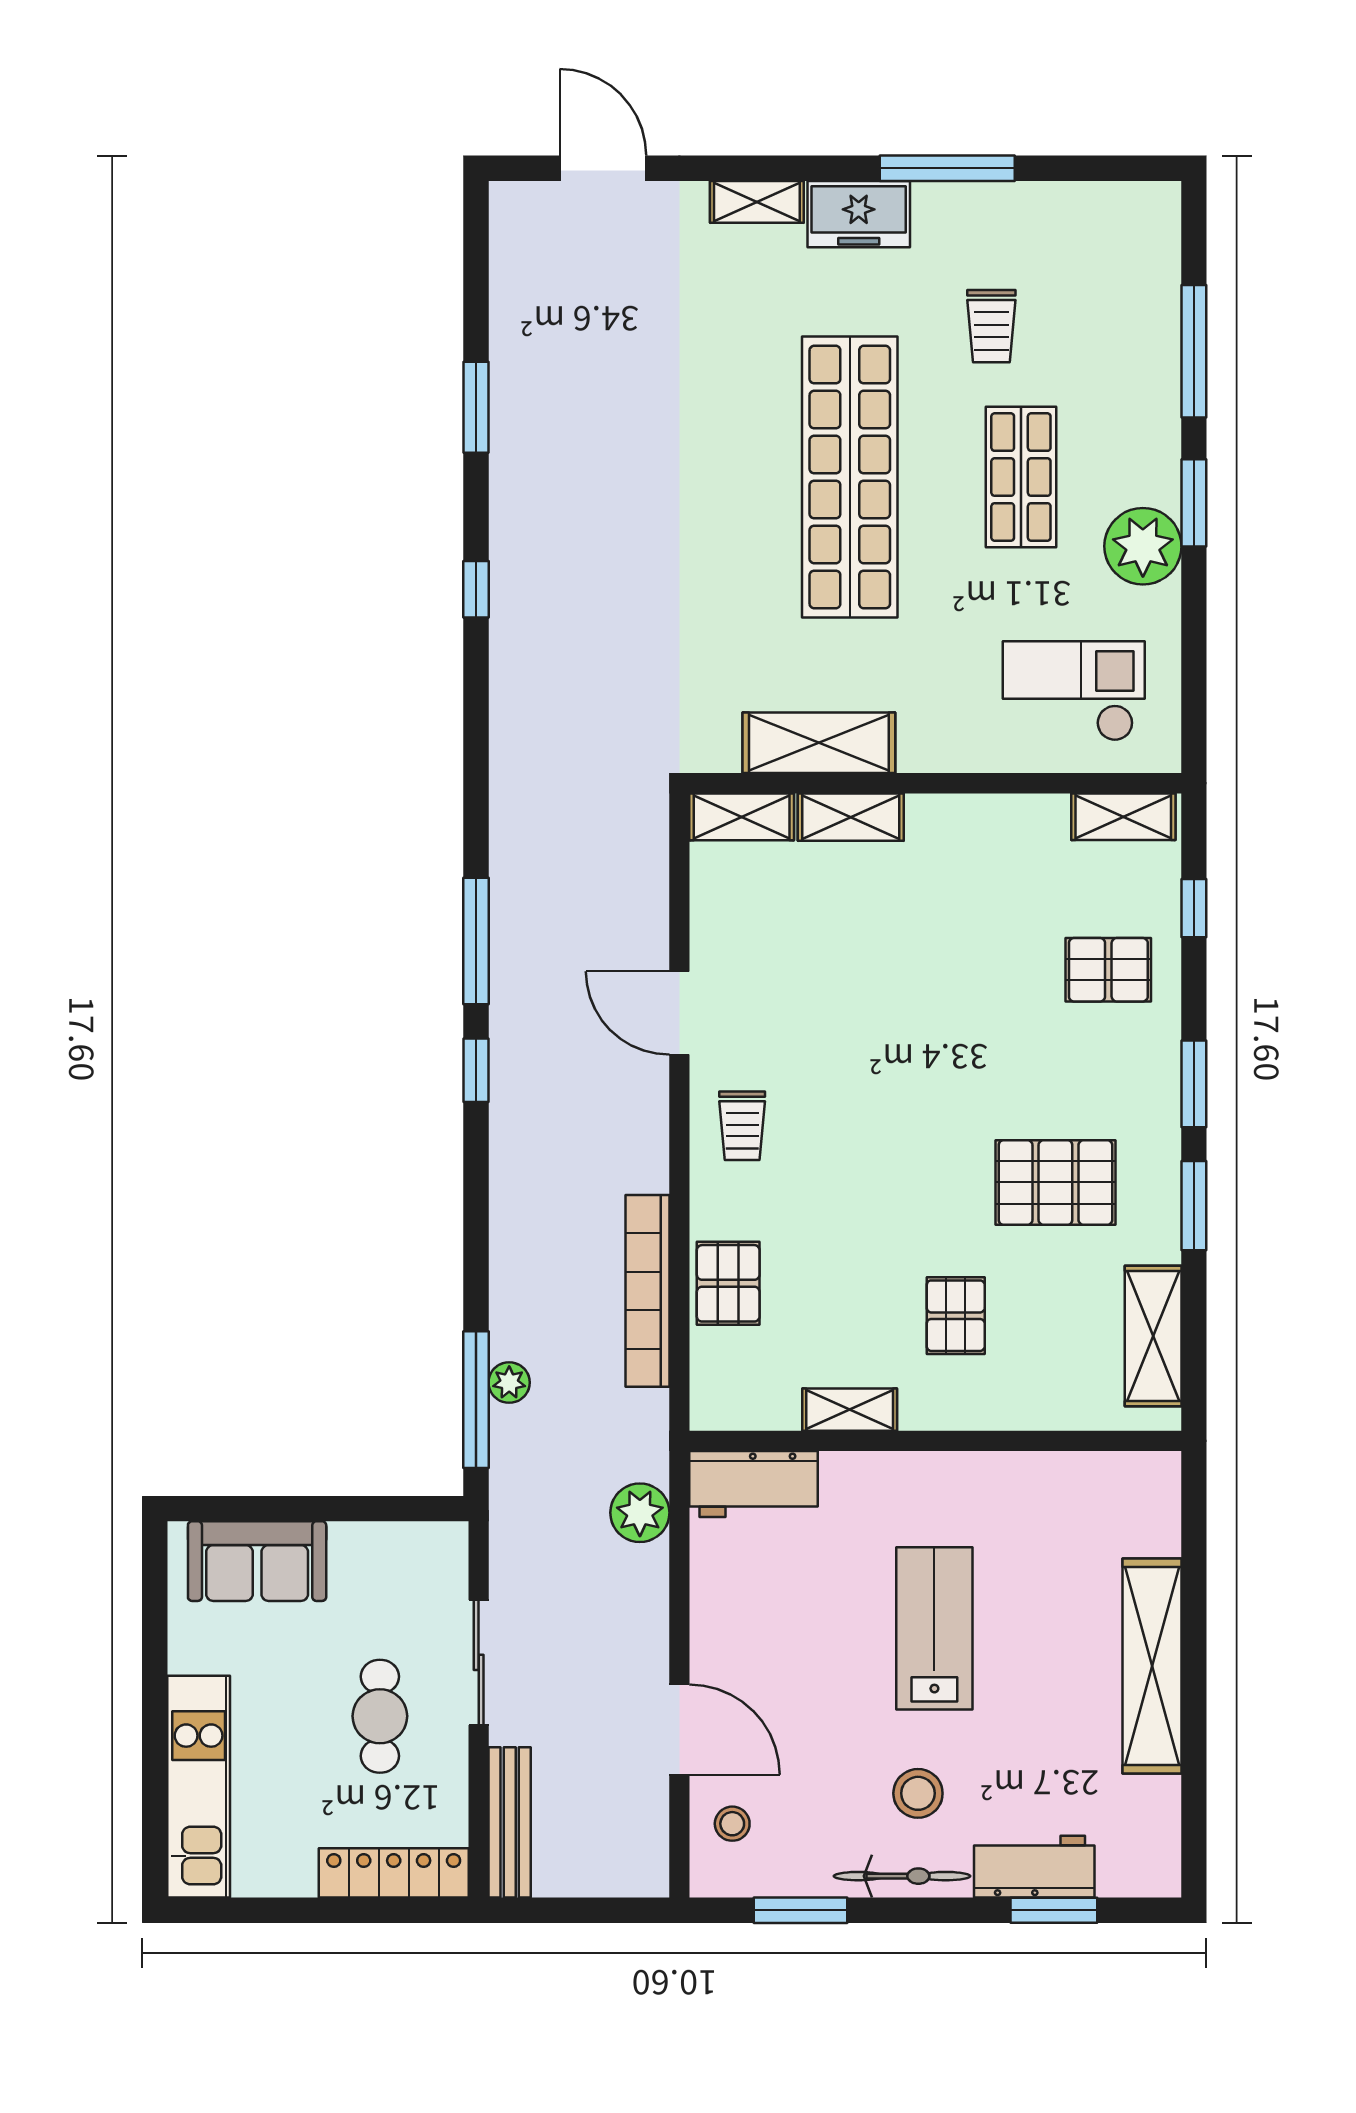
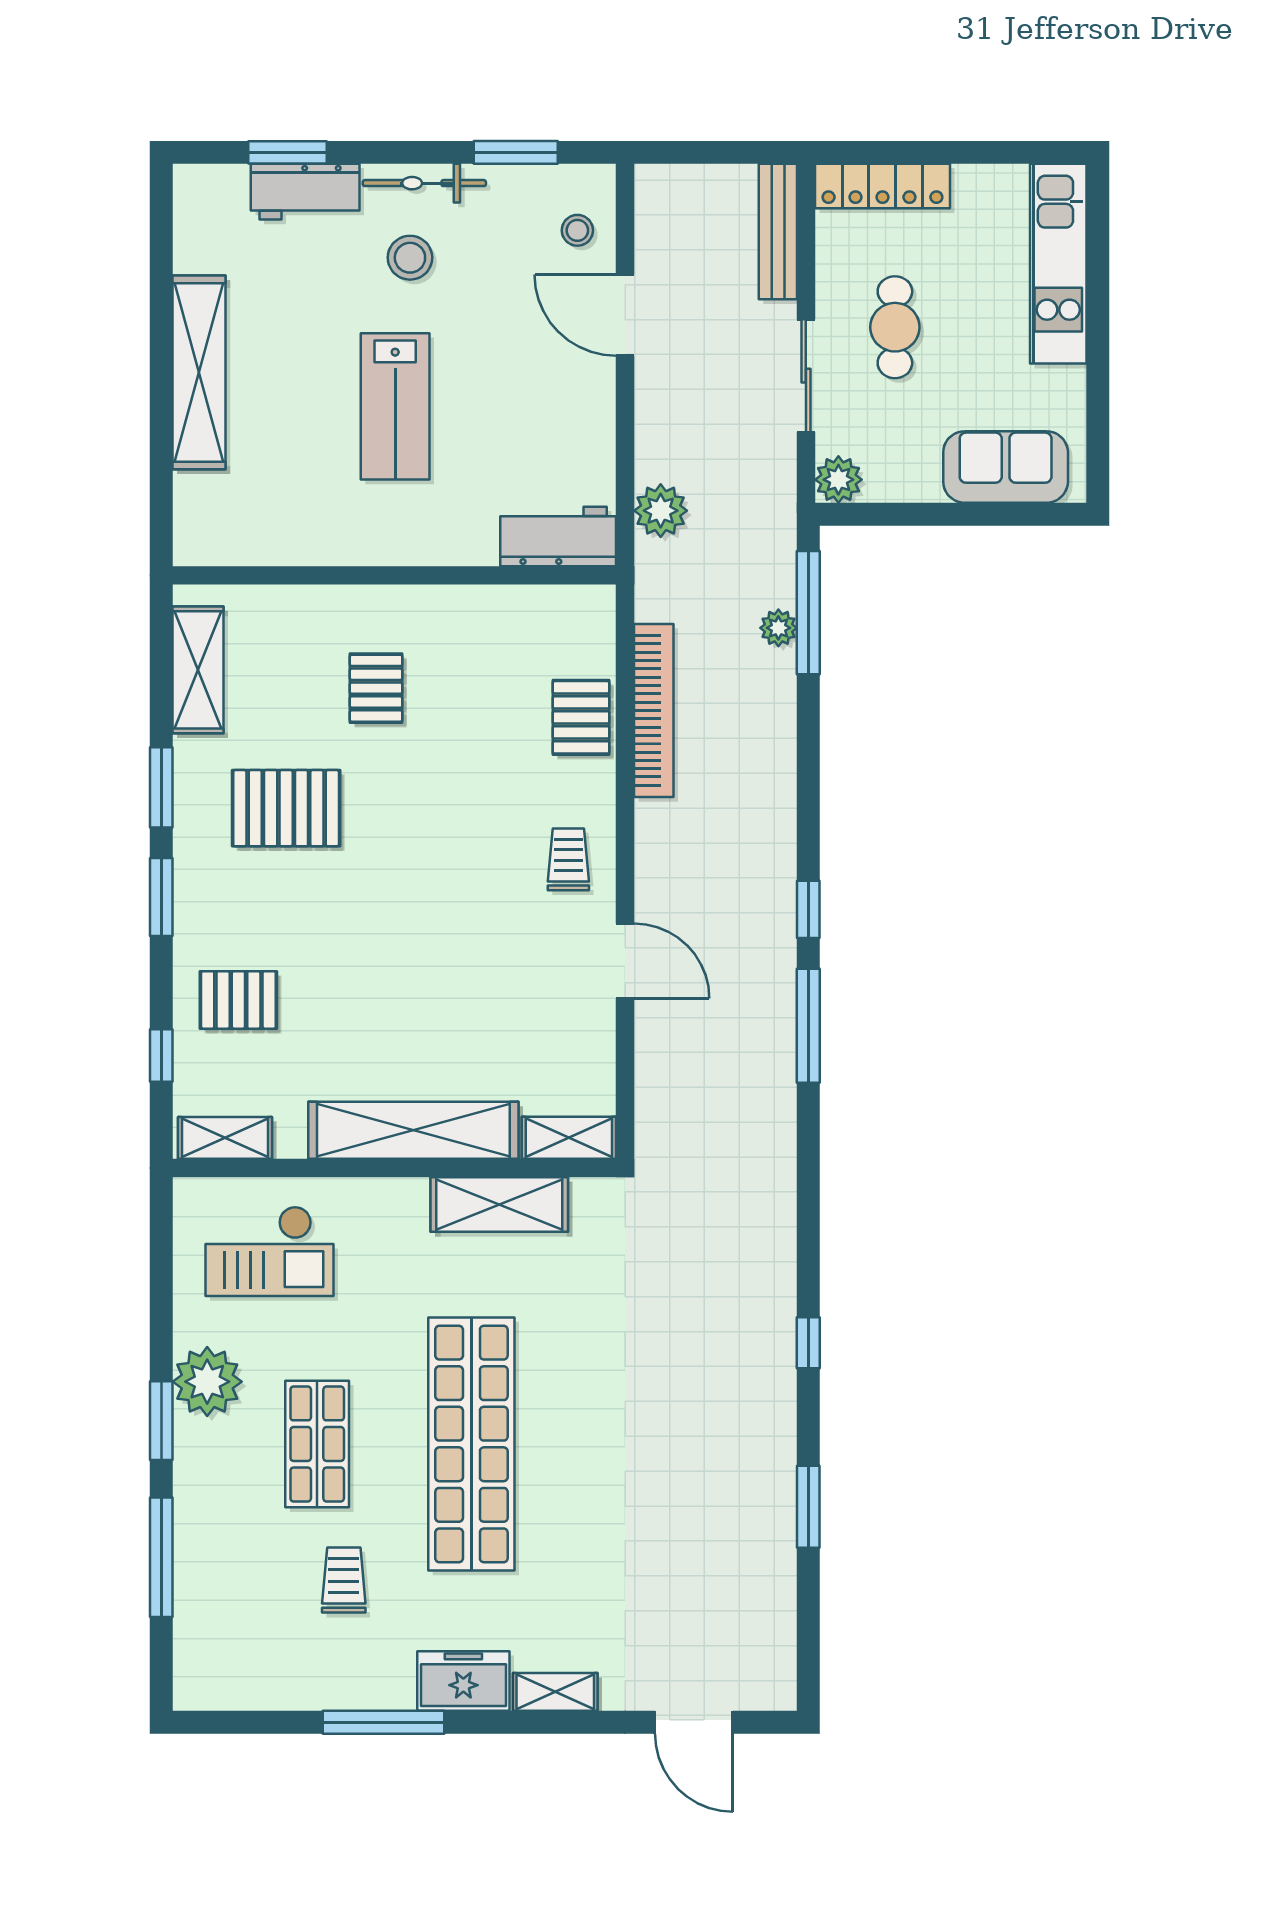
shelving: (851, 817) -> (413, 1130), width x2.20, depth x1.33
shelving: (850, 1410) -> (472, 604), removed
plant: (443, 1547) -> (838, 480), added

